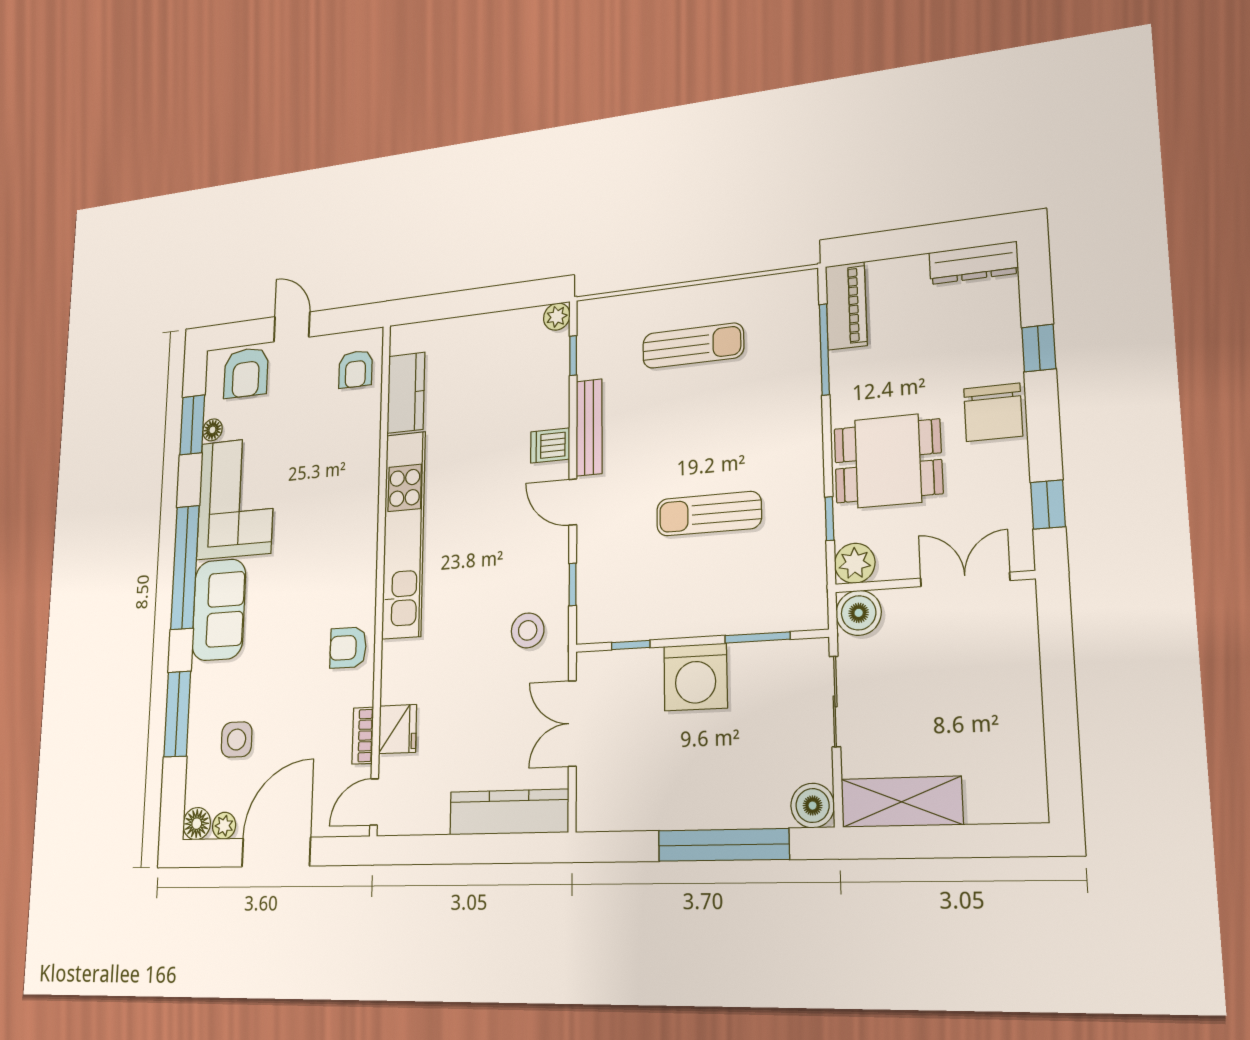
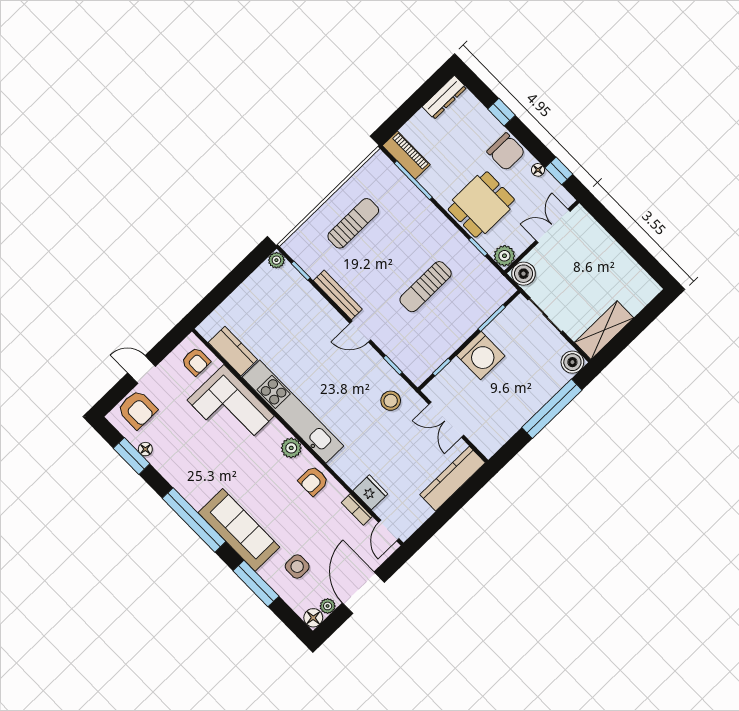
dishwasher: (550, 446) -> (327, 317), removed
floor lamp: (1017, 477) -> (538, 170), added
corner sofa: (236, 498) -> (231, 408), moved, turned 180
plant: (361, 580) -> (291, 448), added
sofa: (219, 610) -> (239, 530), width x1.36

